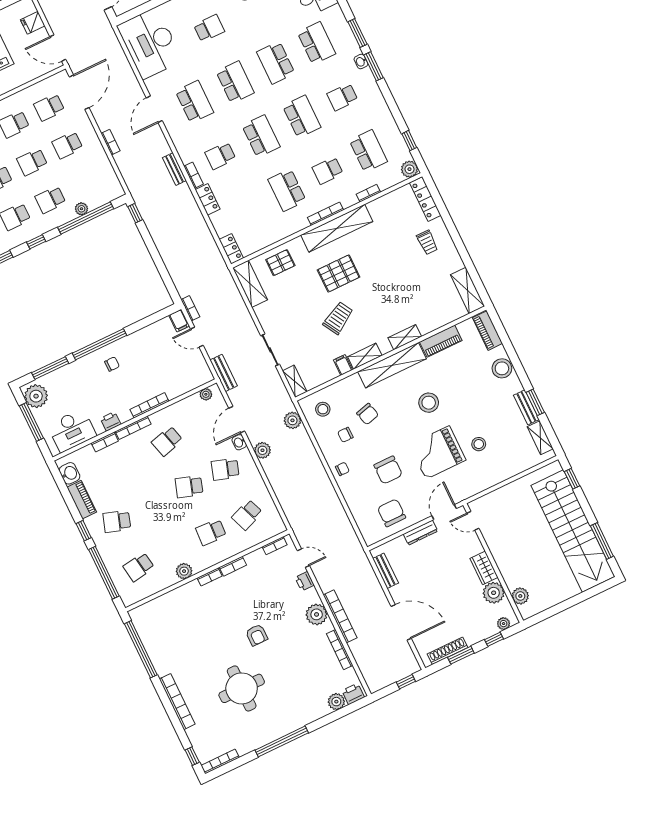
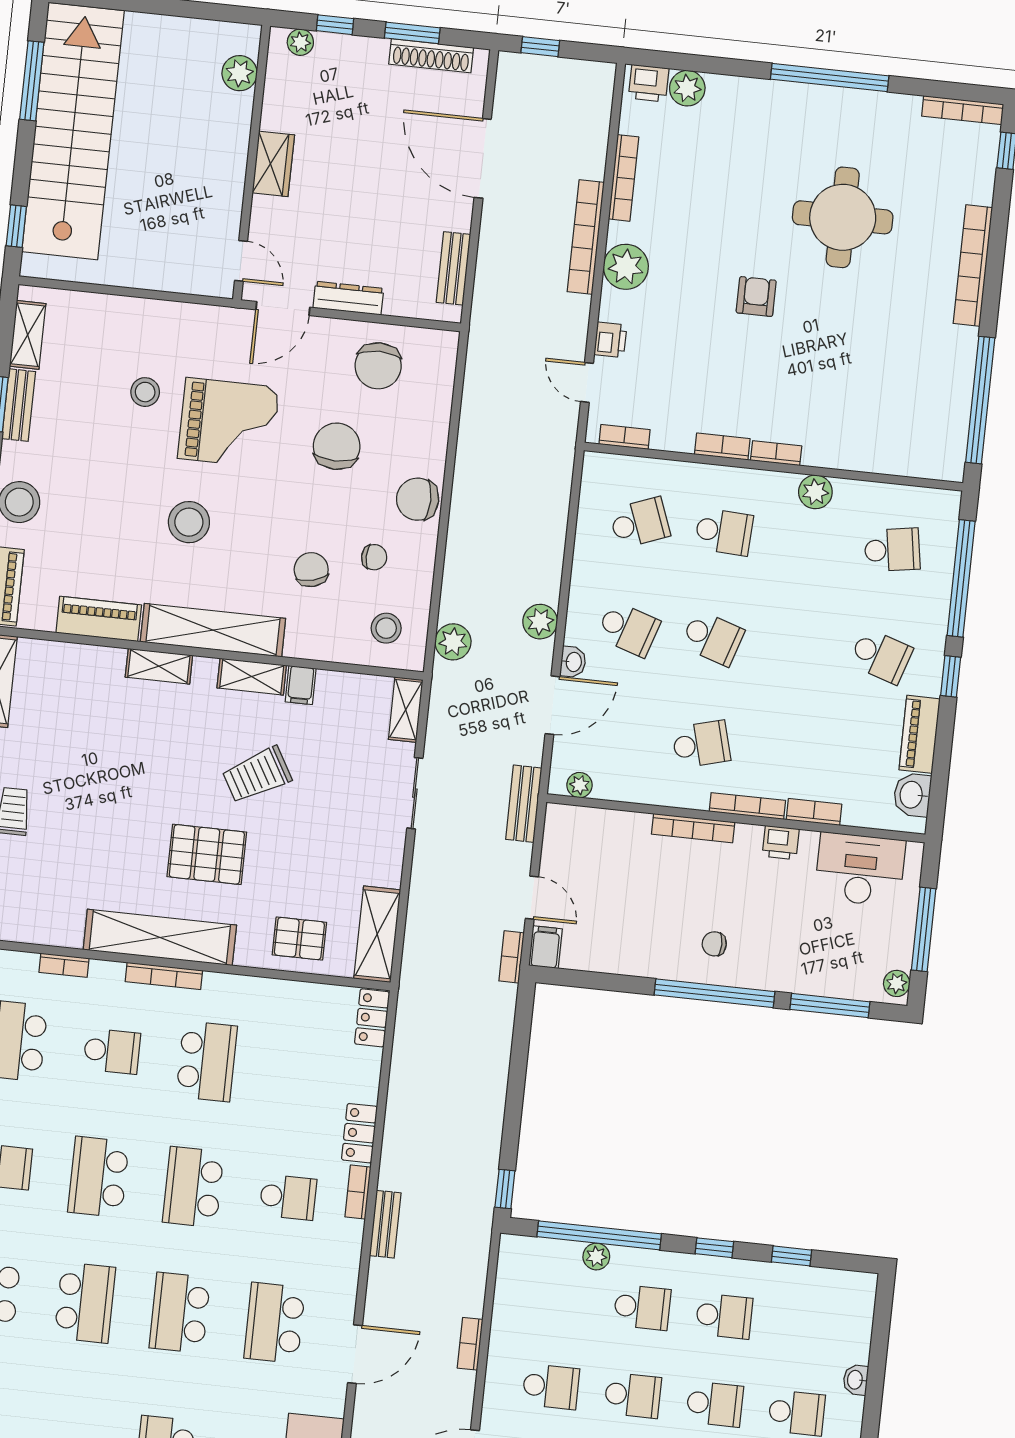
plant: (36, 396) -> (897, 983), width x0.53, depth x0.53
chair: (342, 469) -> (418, 499), width x1.87, depth x1.87
plant: (494, 593) -> (284, 109), removed

